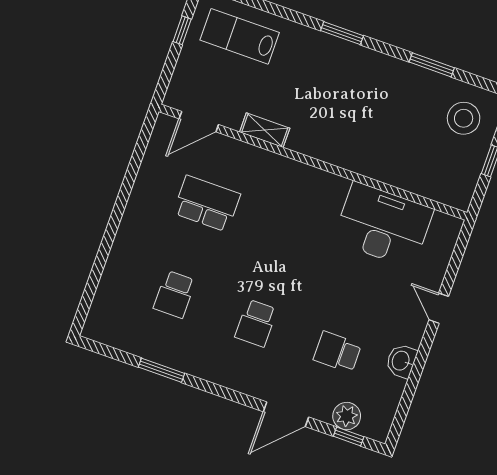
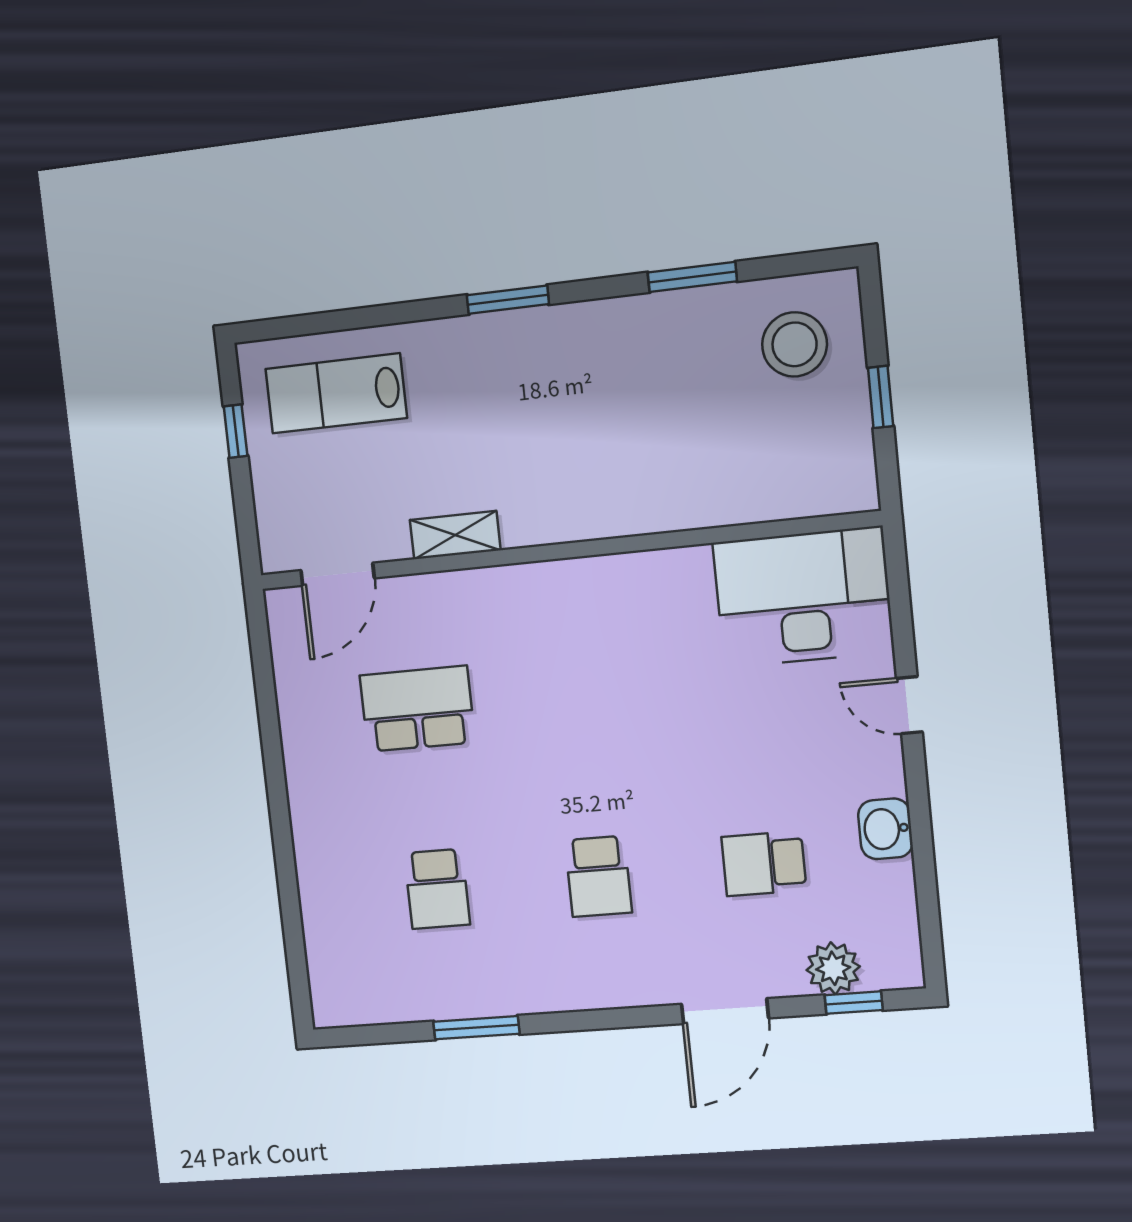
desk: (383, 225) -> (803, 597), moved

